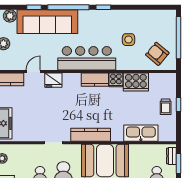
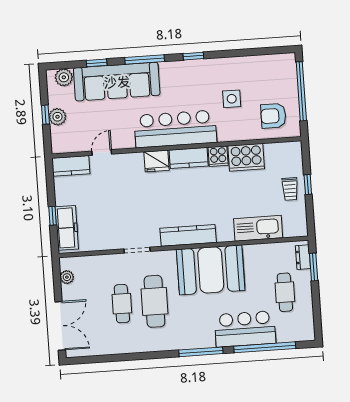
window: (68, 7) -> (145, 60), width x0.68
armchair: (157, 54) -> (273, 116), turned -40
fridge: (53, 80) -> (157, 161), moved

